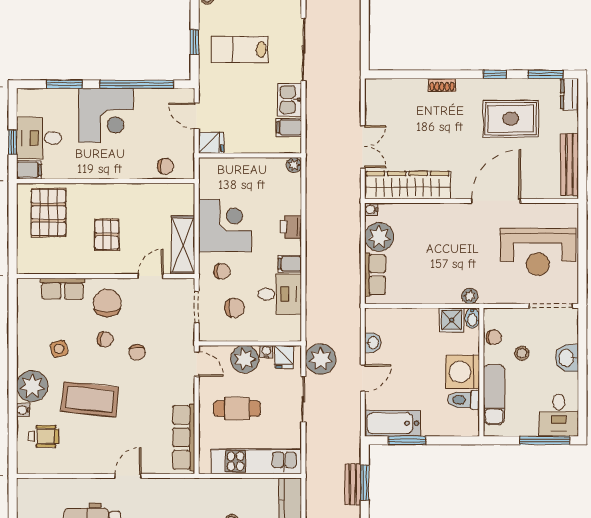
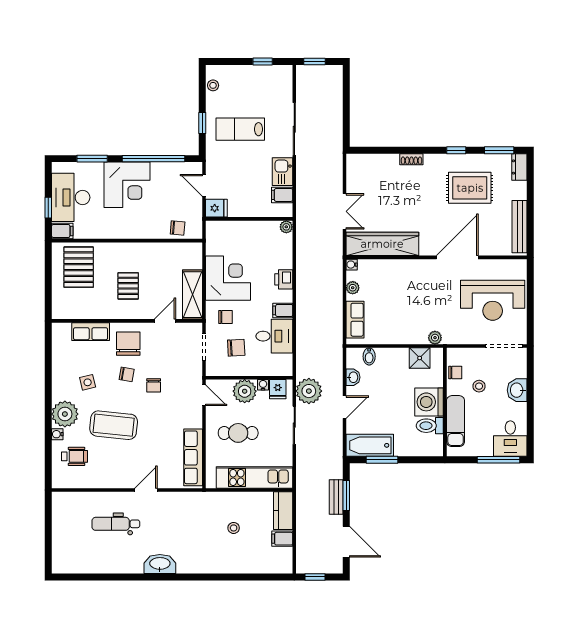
desk: (39, 138) -> (71, 197), width x1.37
plant: (379, 237) -> (353, 288), width x0.53, depth x0.53
bidet: (472, 318) -> (369, 356), moved

